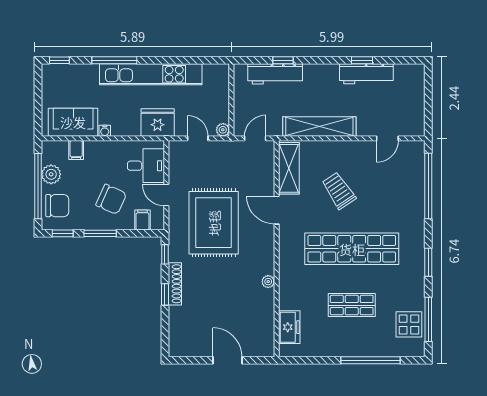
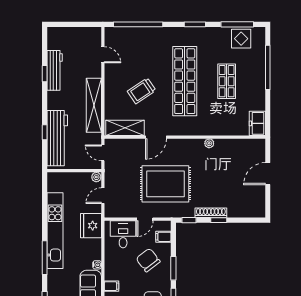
workbench: (275, 74) -> (57, 138), width x1.36, depth x1.32
chair: (111, 199) -> (148, 260), turned -61
freezer: (289, 327) -> (257, 123), moved, turned -90

